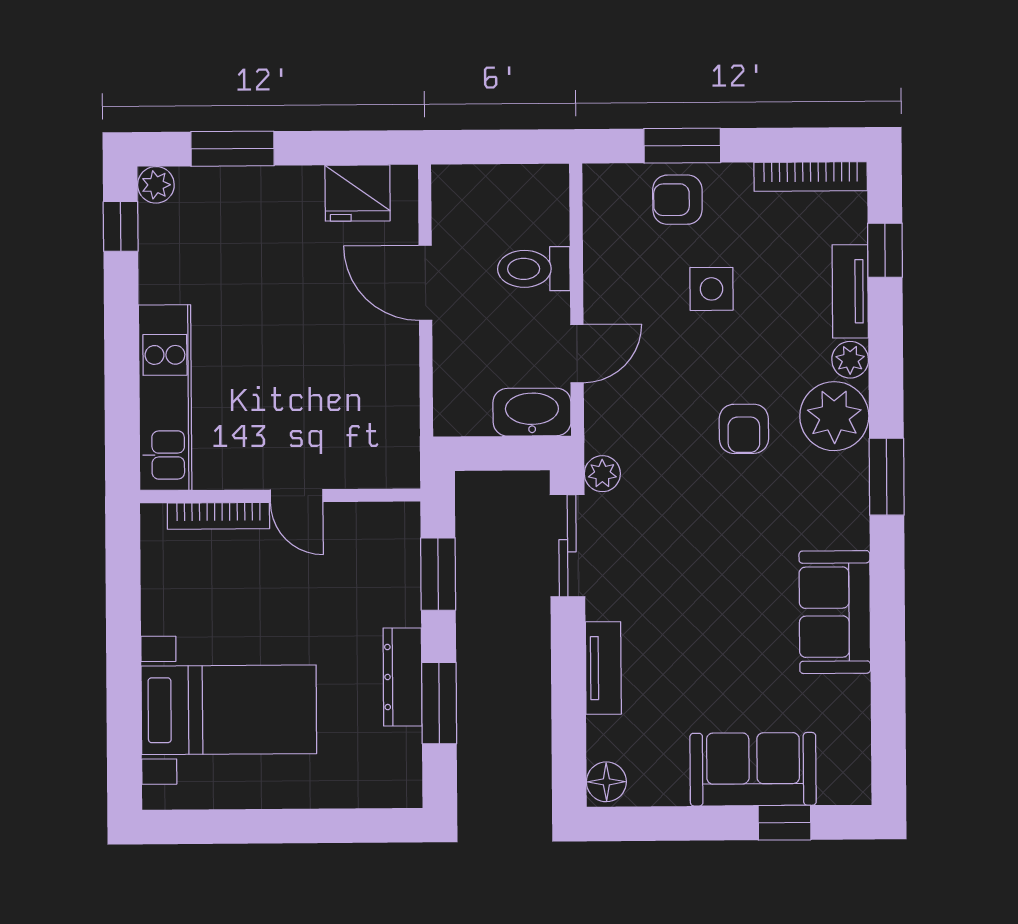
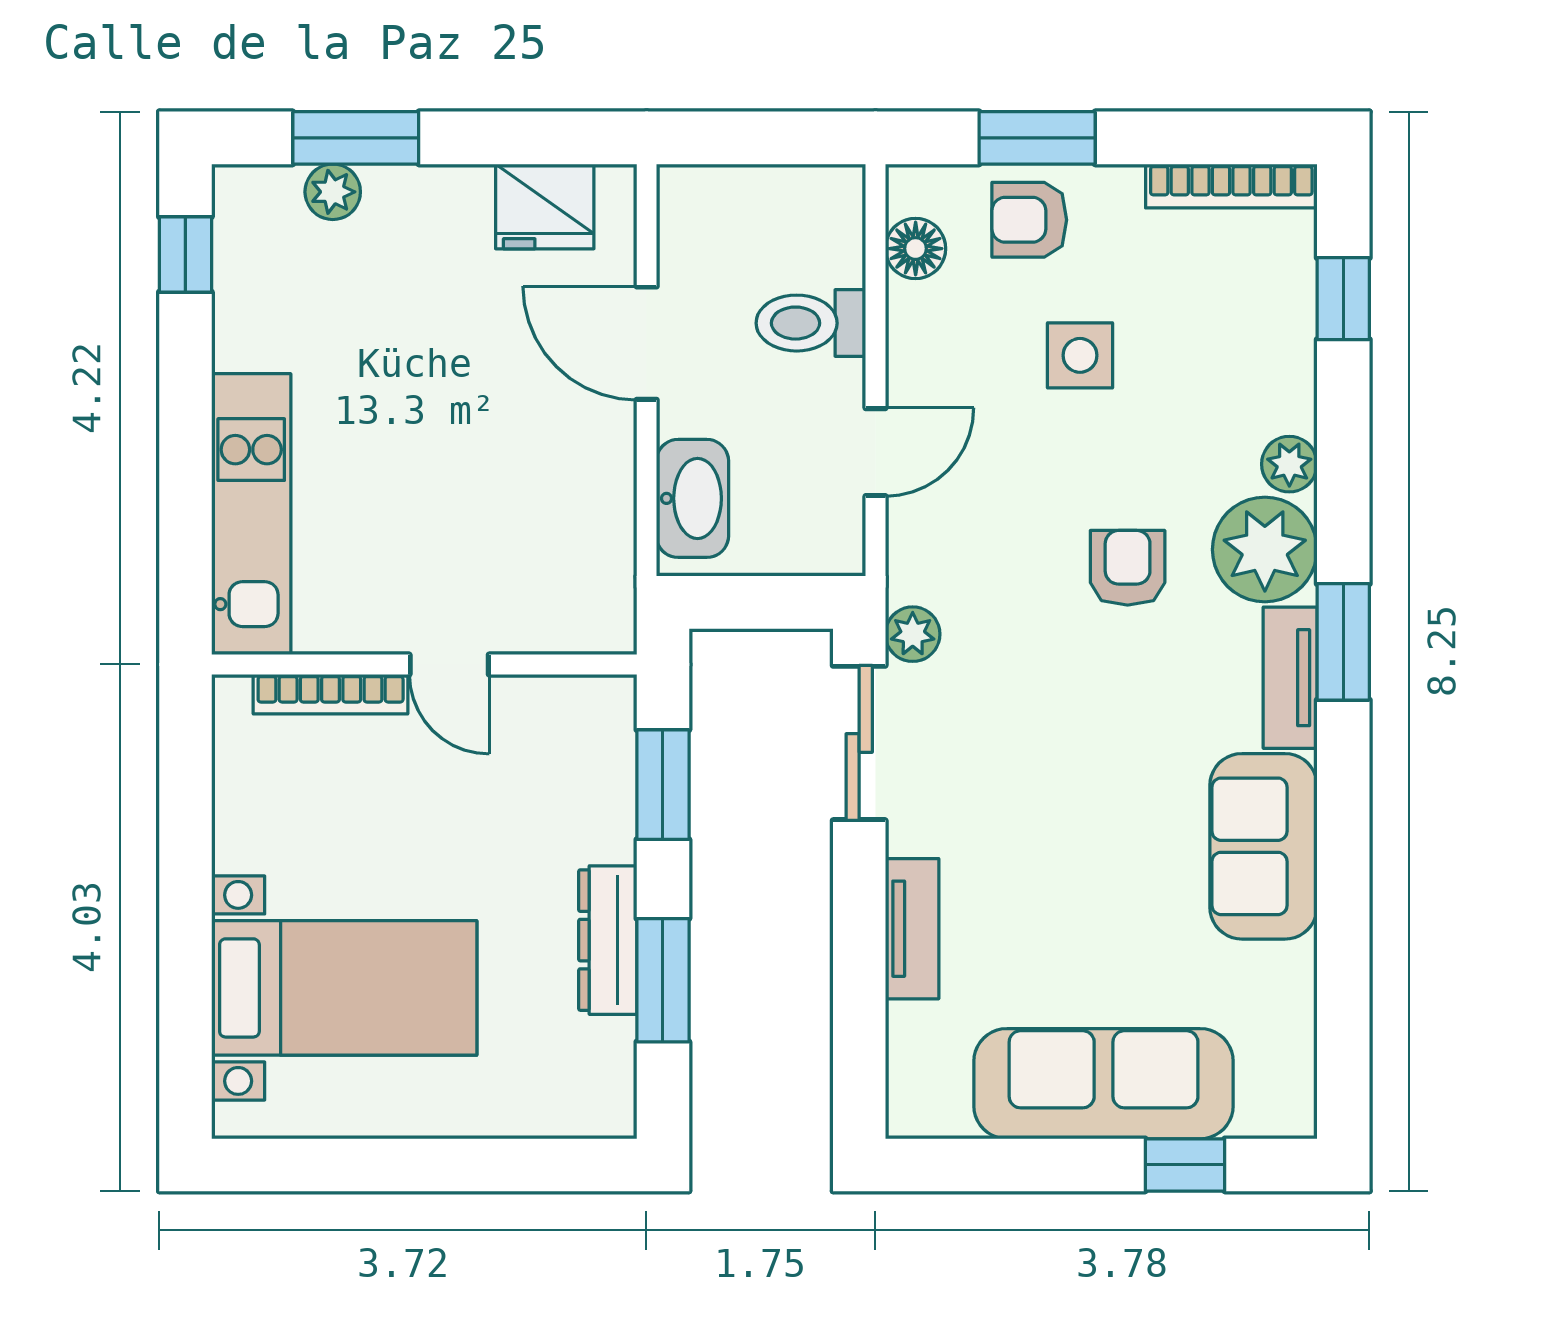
plant: (156, 185) -> (333, 192), moved
tv unit: (850, 291) -> (1290, 678), moved
washbasin: (532, 412) -> (692, 498), moved, turned 90
armchair: (744, 429) -> (1128, 568), turned 180
sofa: (753, 769) -> (1104, 1084), width x1.36
floor lamp: (606, 782) -> (916, 249), moved

